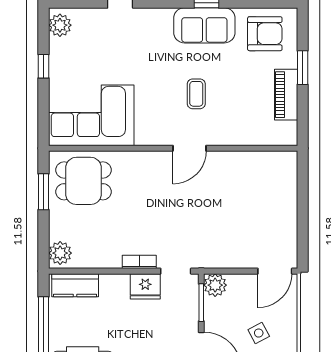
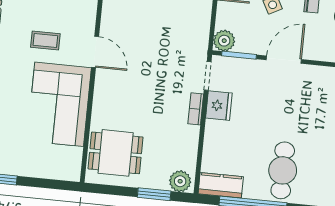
corner sofa: (91, 115) -> (59, 104), moved
dining table: (83, 181) -> (116, 153), turned 90
window: (43, 192) -> (154, 194), moved
kitchen counter: (75, 285) -> (221, 185), moved, turned -90

